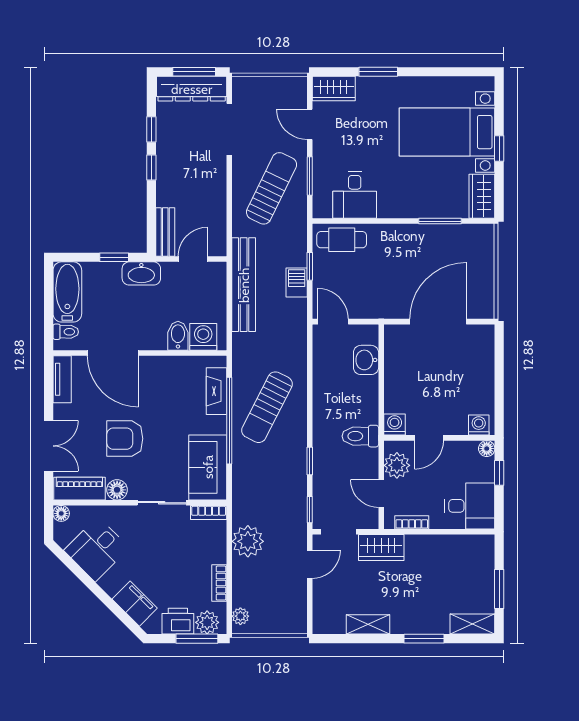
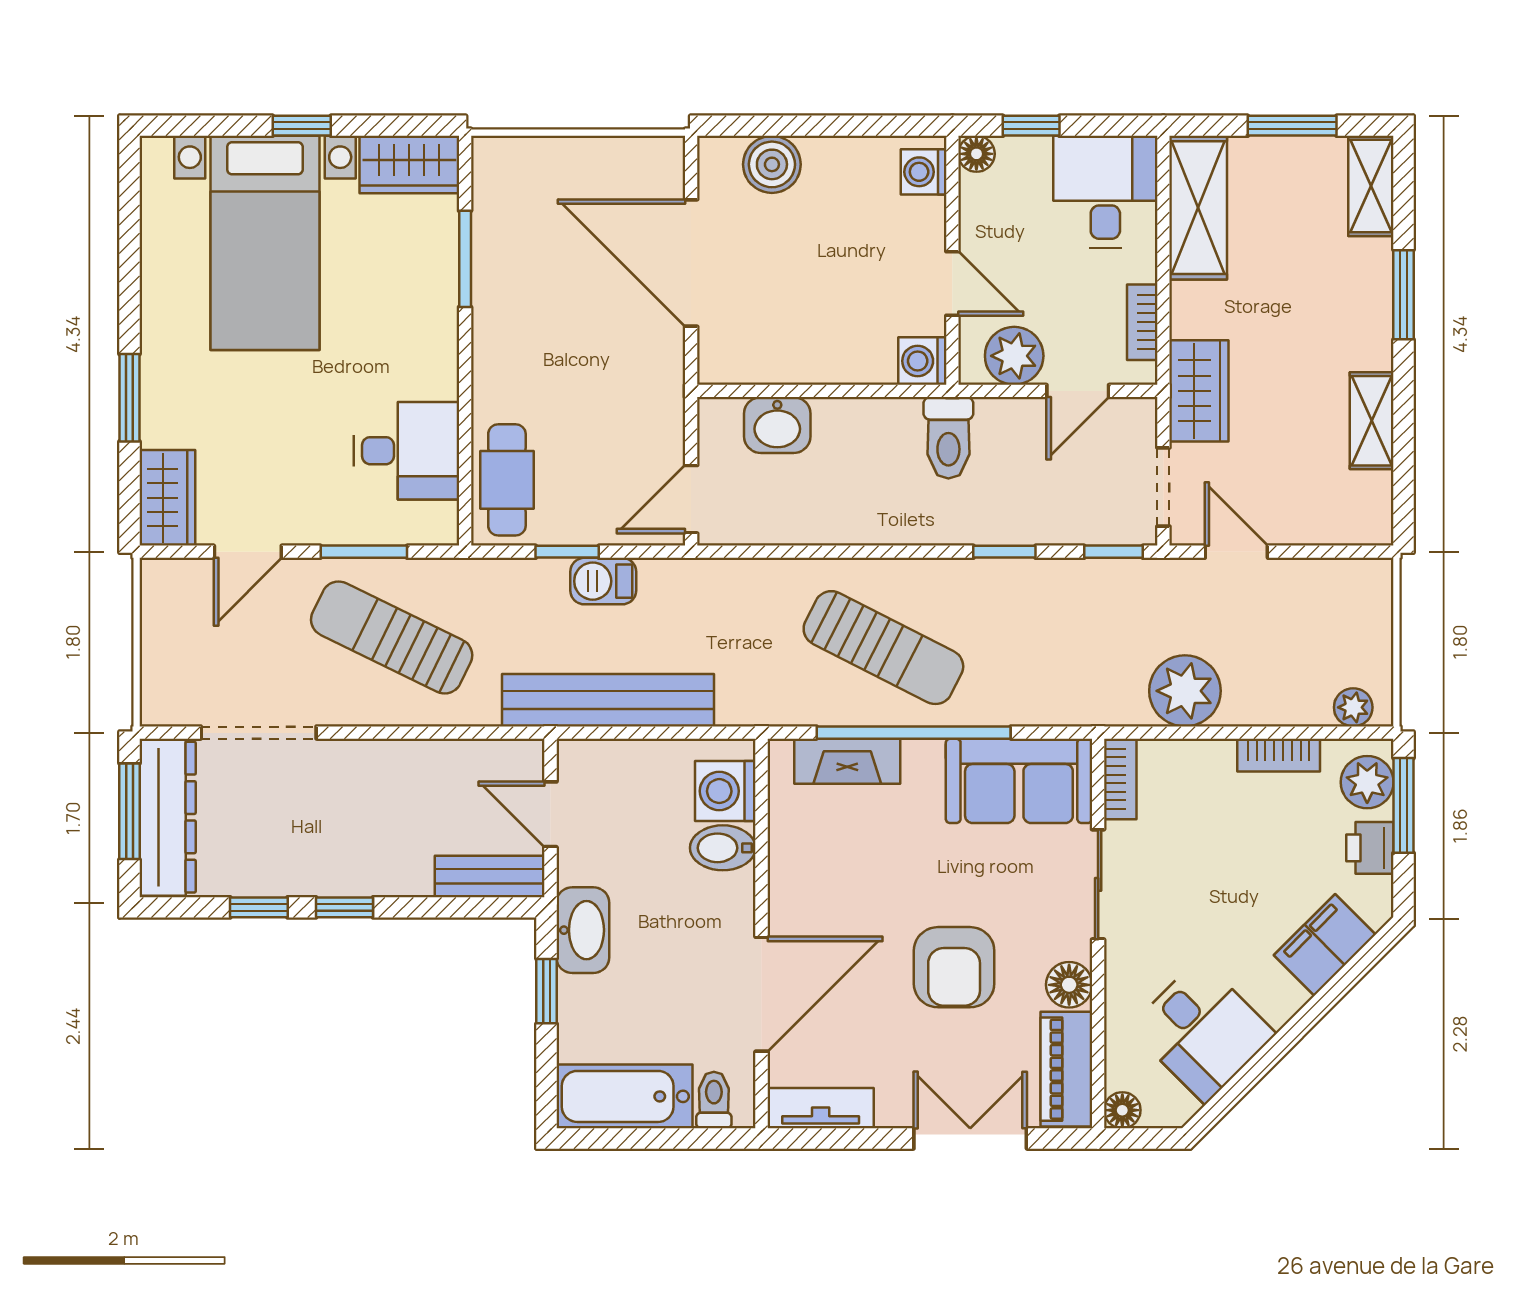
boiler: (482, 358) -> (772, 164), added
shelving: (463, 547) -> (1198, 208), added
printer: (178, 621) -> (1370, 848), width x0.73, depth x0.81

